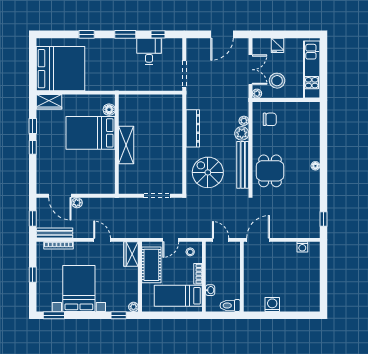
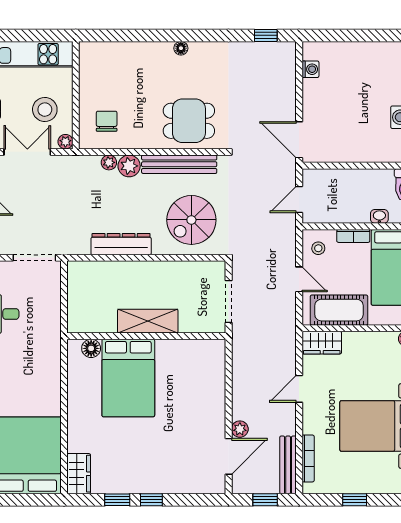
floor lamp: (109, 110) -> (91, 348), moved
bed: (91, 133) -> (128, 378), moved
wall: (117, 144) -> (146, 336), moved
shelving: (126, 145) -> (148, 321), moved

